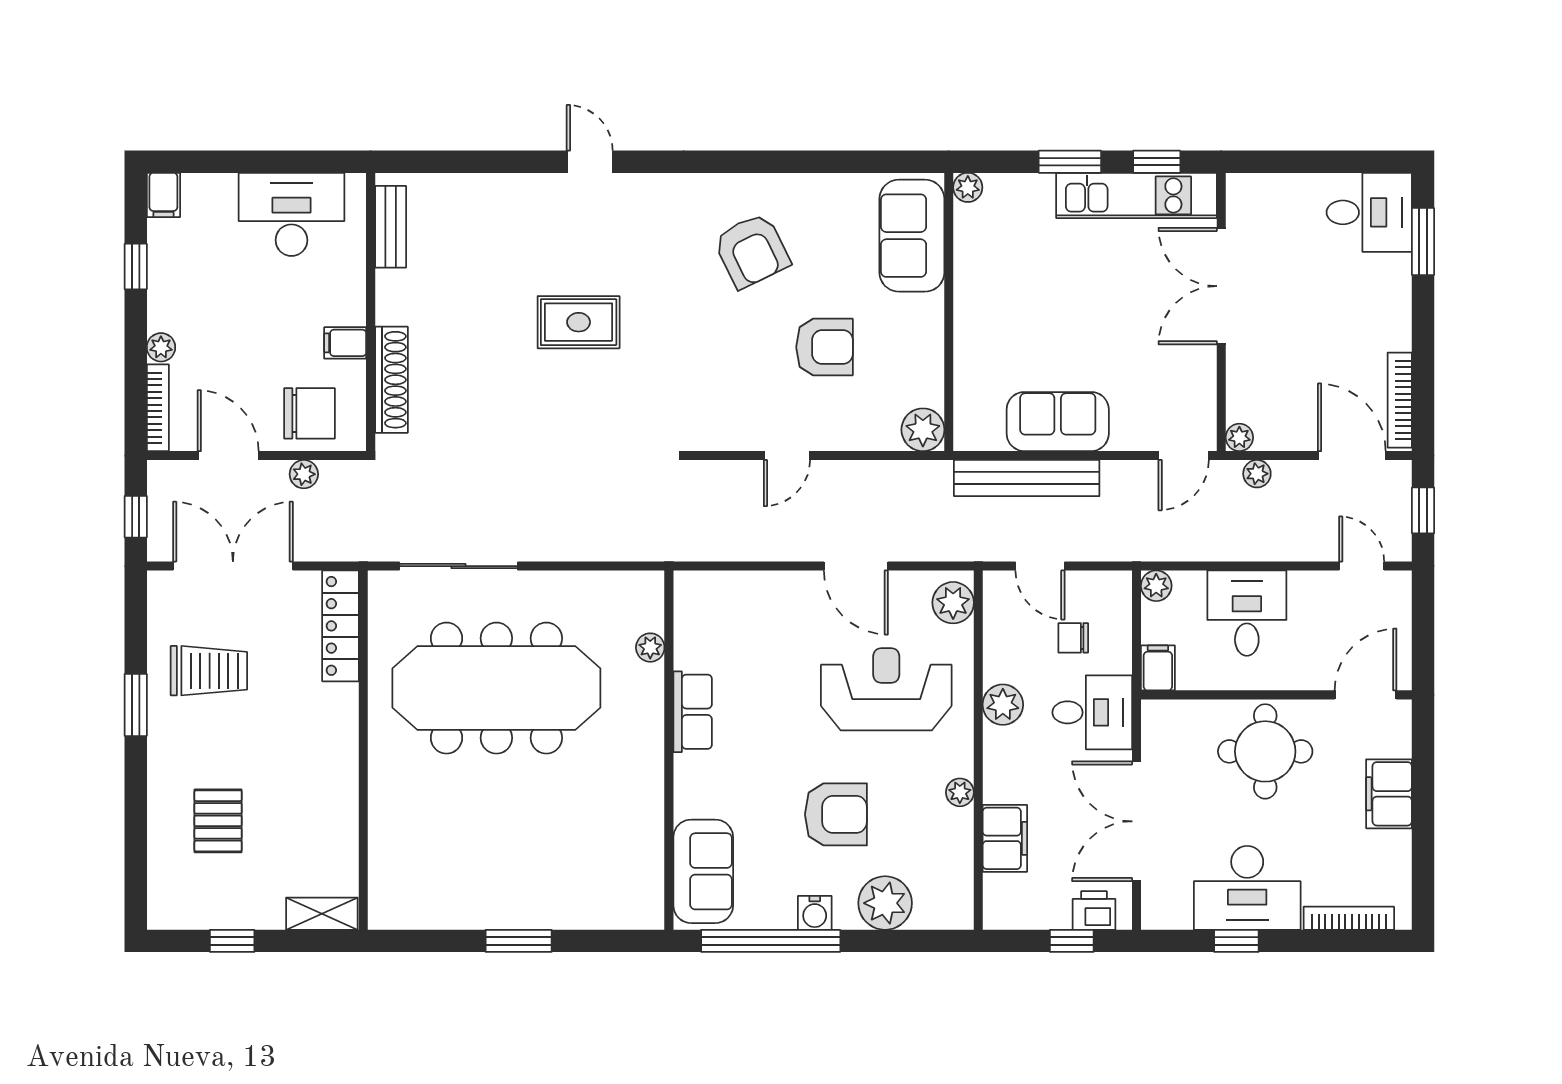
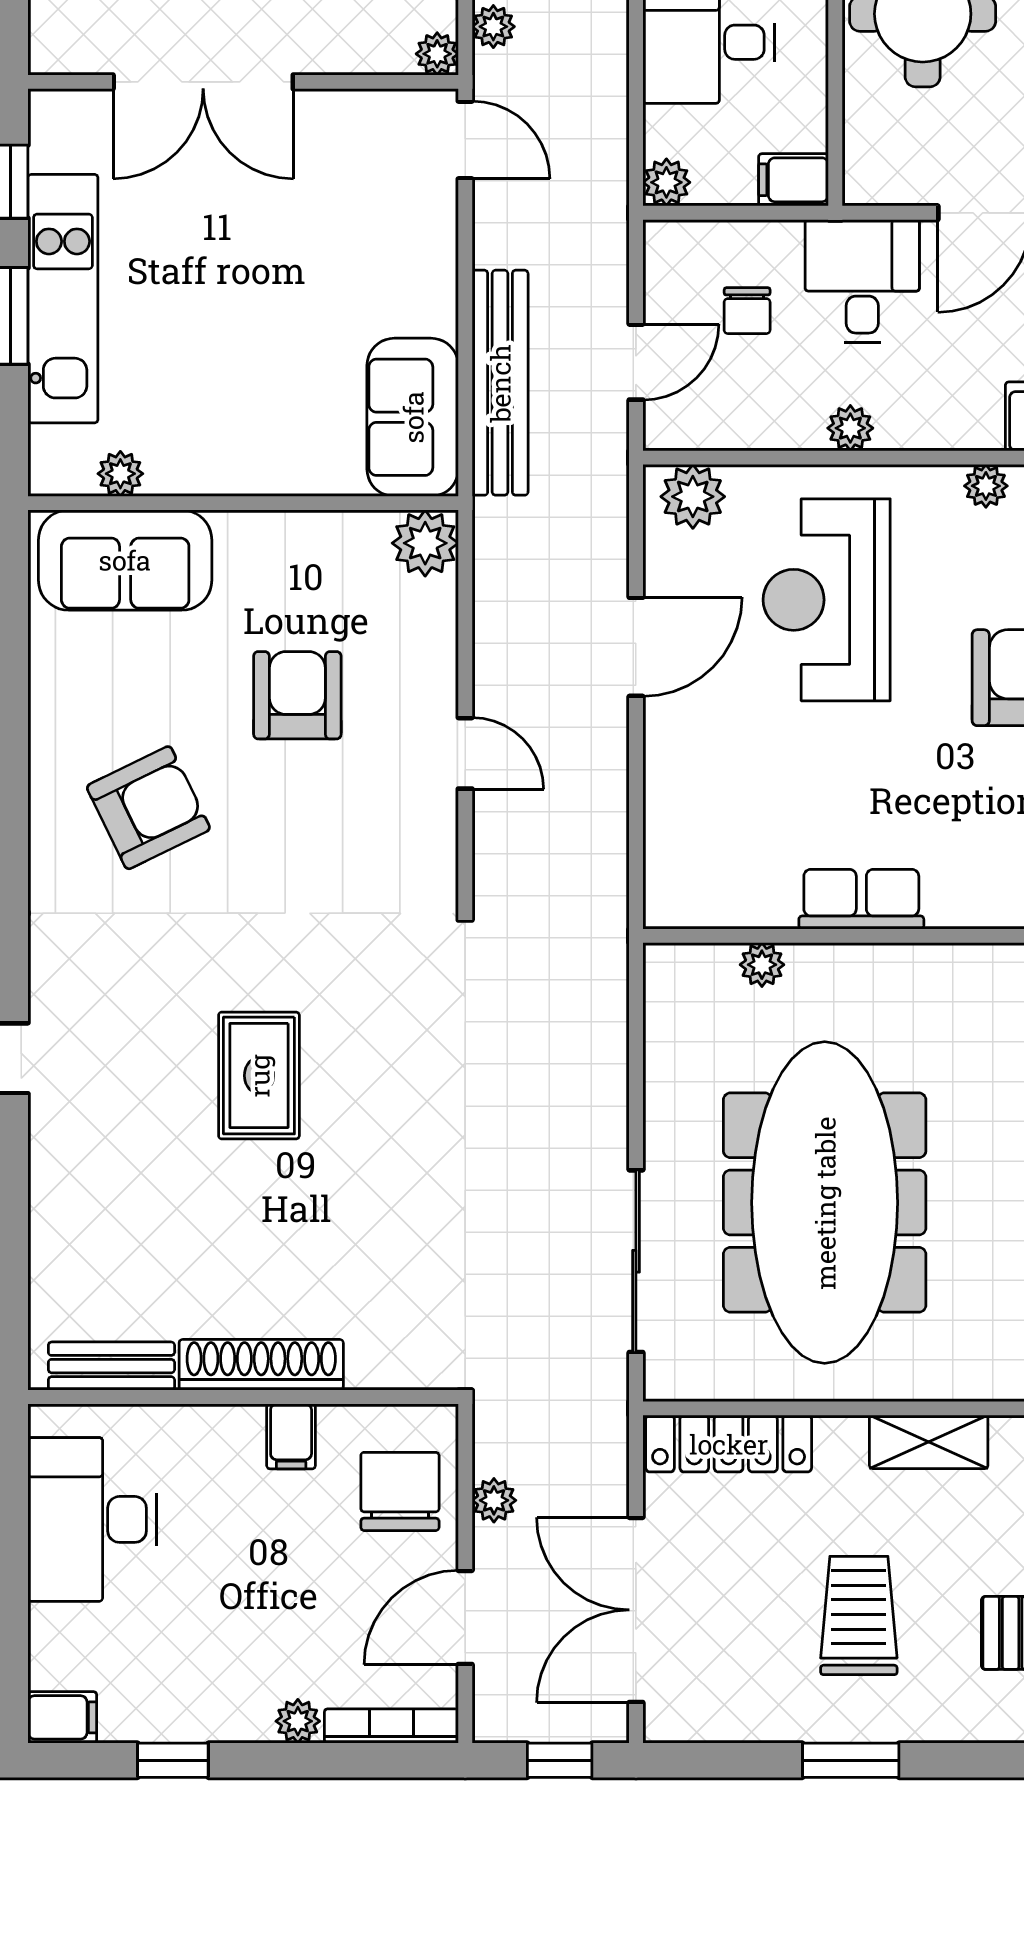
plant: (968, 187) -> (120, 474), moved
kitchen unit: (1136, 195) -> (63, 299), moved
shoe rack: (391, 380) -> (261, 1365), moved
sofa: (1058, 422) -> (413, 417), moved
trolley: (209, 671) -> (859, 1615), moved
plant: (1003, 705) -> (850, 428), width x0.73, depth x0.73
shelving: (342, 755) -> (929, 1442), added

